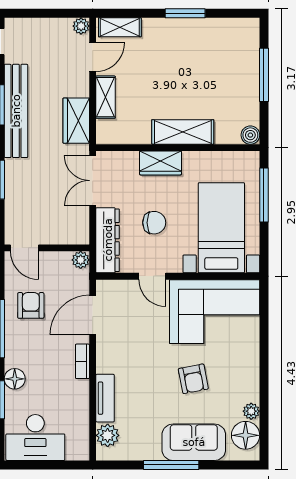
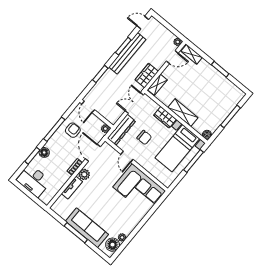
shelving: (105, 97) -> (157, 85), moved
bed with nightstands: (221, 228) -> (177, 148), moved, turned 180
door: (93, 315) -> (93, 153), hinge flipped
armchair: (193, 379) -> (111, 208), removed
plant: (108, 435) -> (84, 174), moved
sofa: (194, 442) -> (87, 228), width x1.36

